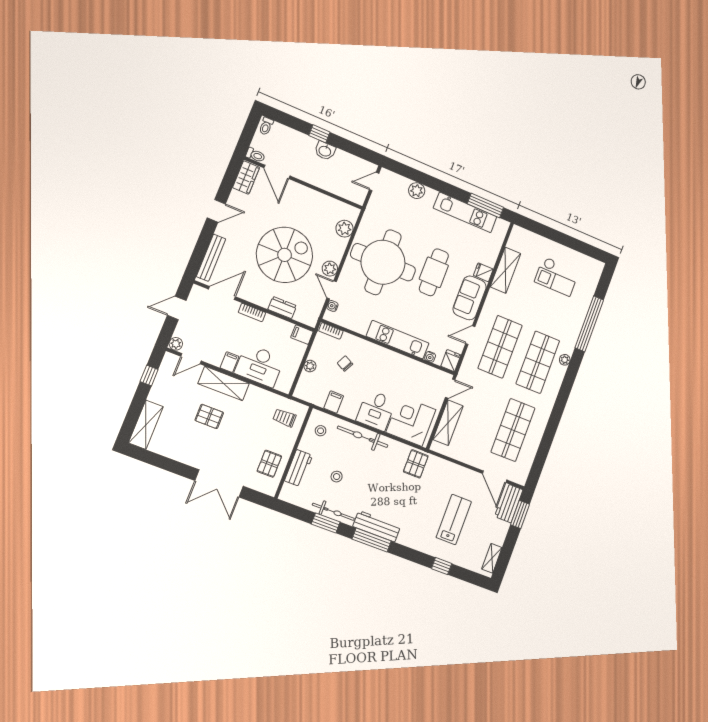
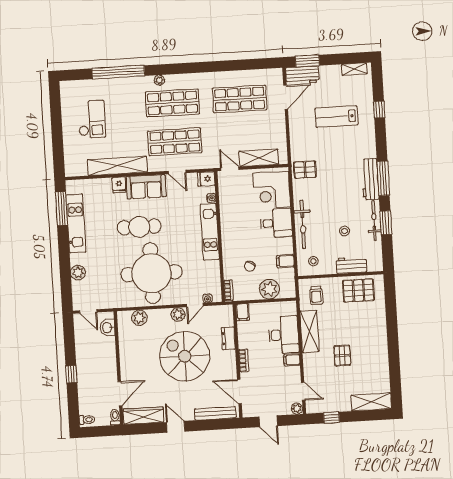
washbasin: (325, 151) -> (107, 328), moved, turned 180
wardrobe: (246, 177) -> (144, 416), width x1.50
shelving: (505, 270) -> (117, 166), width x1.47
plant: (310, 366) -> (269, 289), width x1.88, depth x1.88
shelving: (224, 383) -> (310, 331), moved
pallet: (269, 464) -> (358, 290), width x1.50, depth x1.42
double door: (219, 483) -> (392, 323), removed

